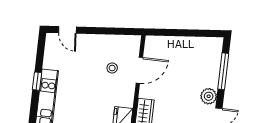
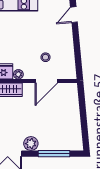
door: (139, 70) -> (46, 81), hinge flipped
plant: (128, 101) -> (18, 74), added

